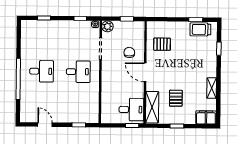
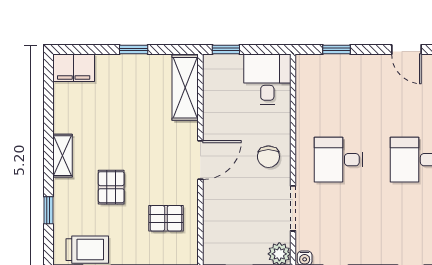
chair: (129, 52) -> (268, 157), moved
door: (145, 72) -> (200, 160), hinge flipped
shelving: (212, 88) -> (63, 156), moved
pallet: (176, 98) -> (111, 187), moved
desk: (131, 110) -> (267, 79), moved, turned 90

